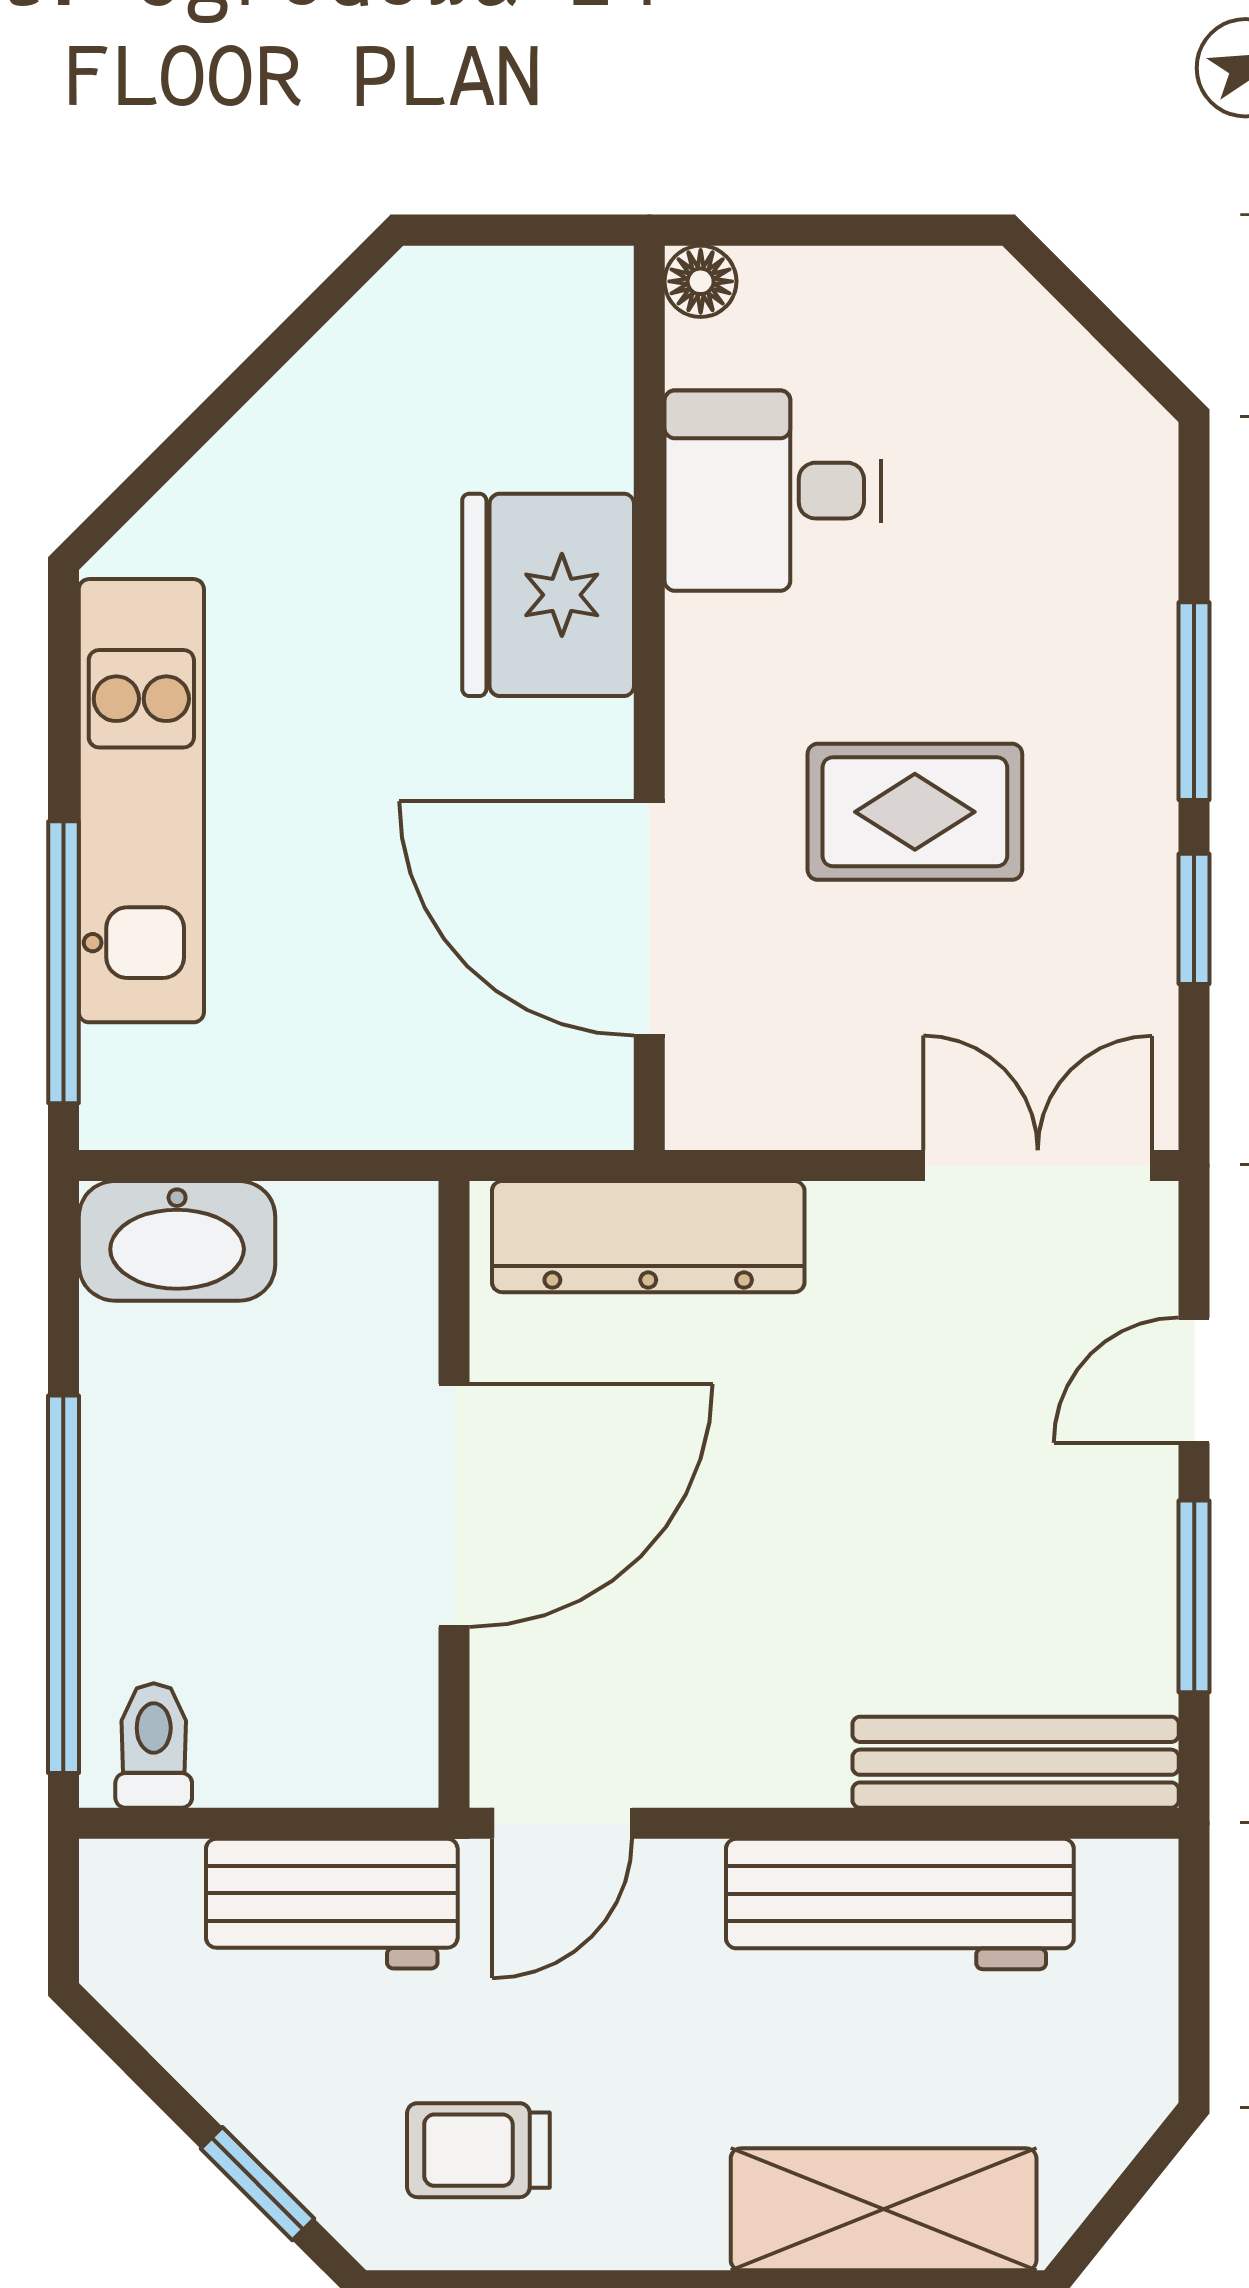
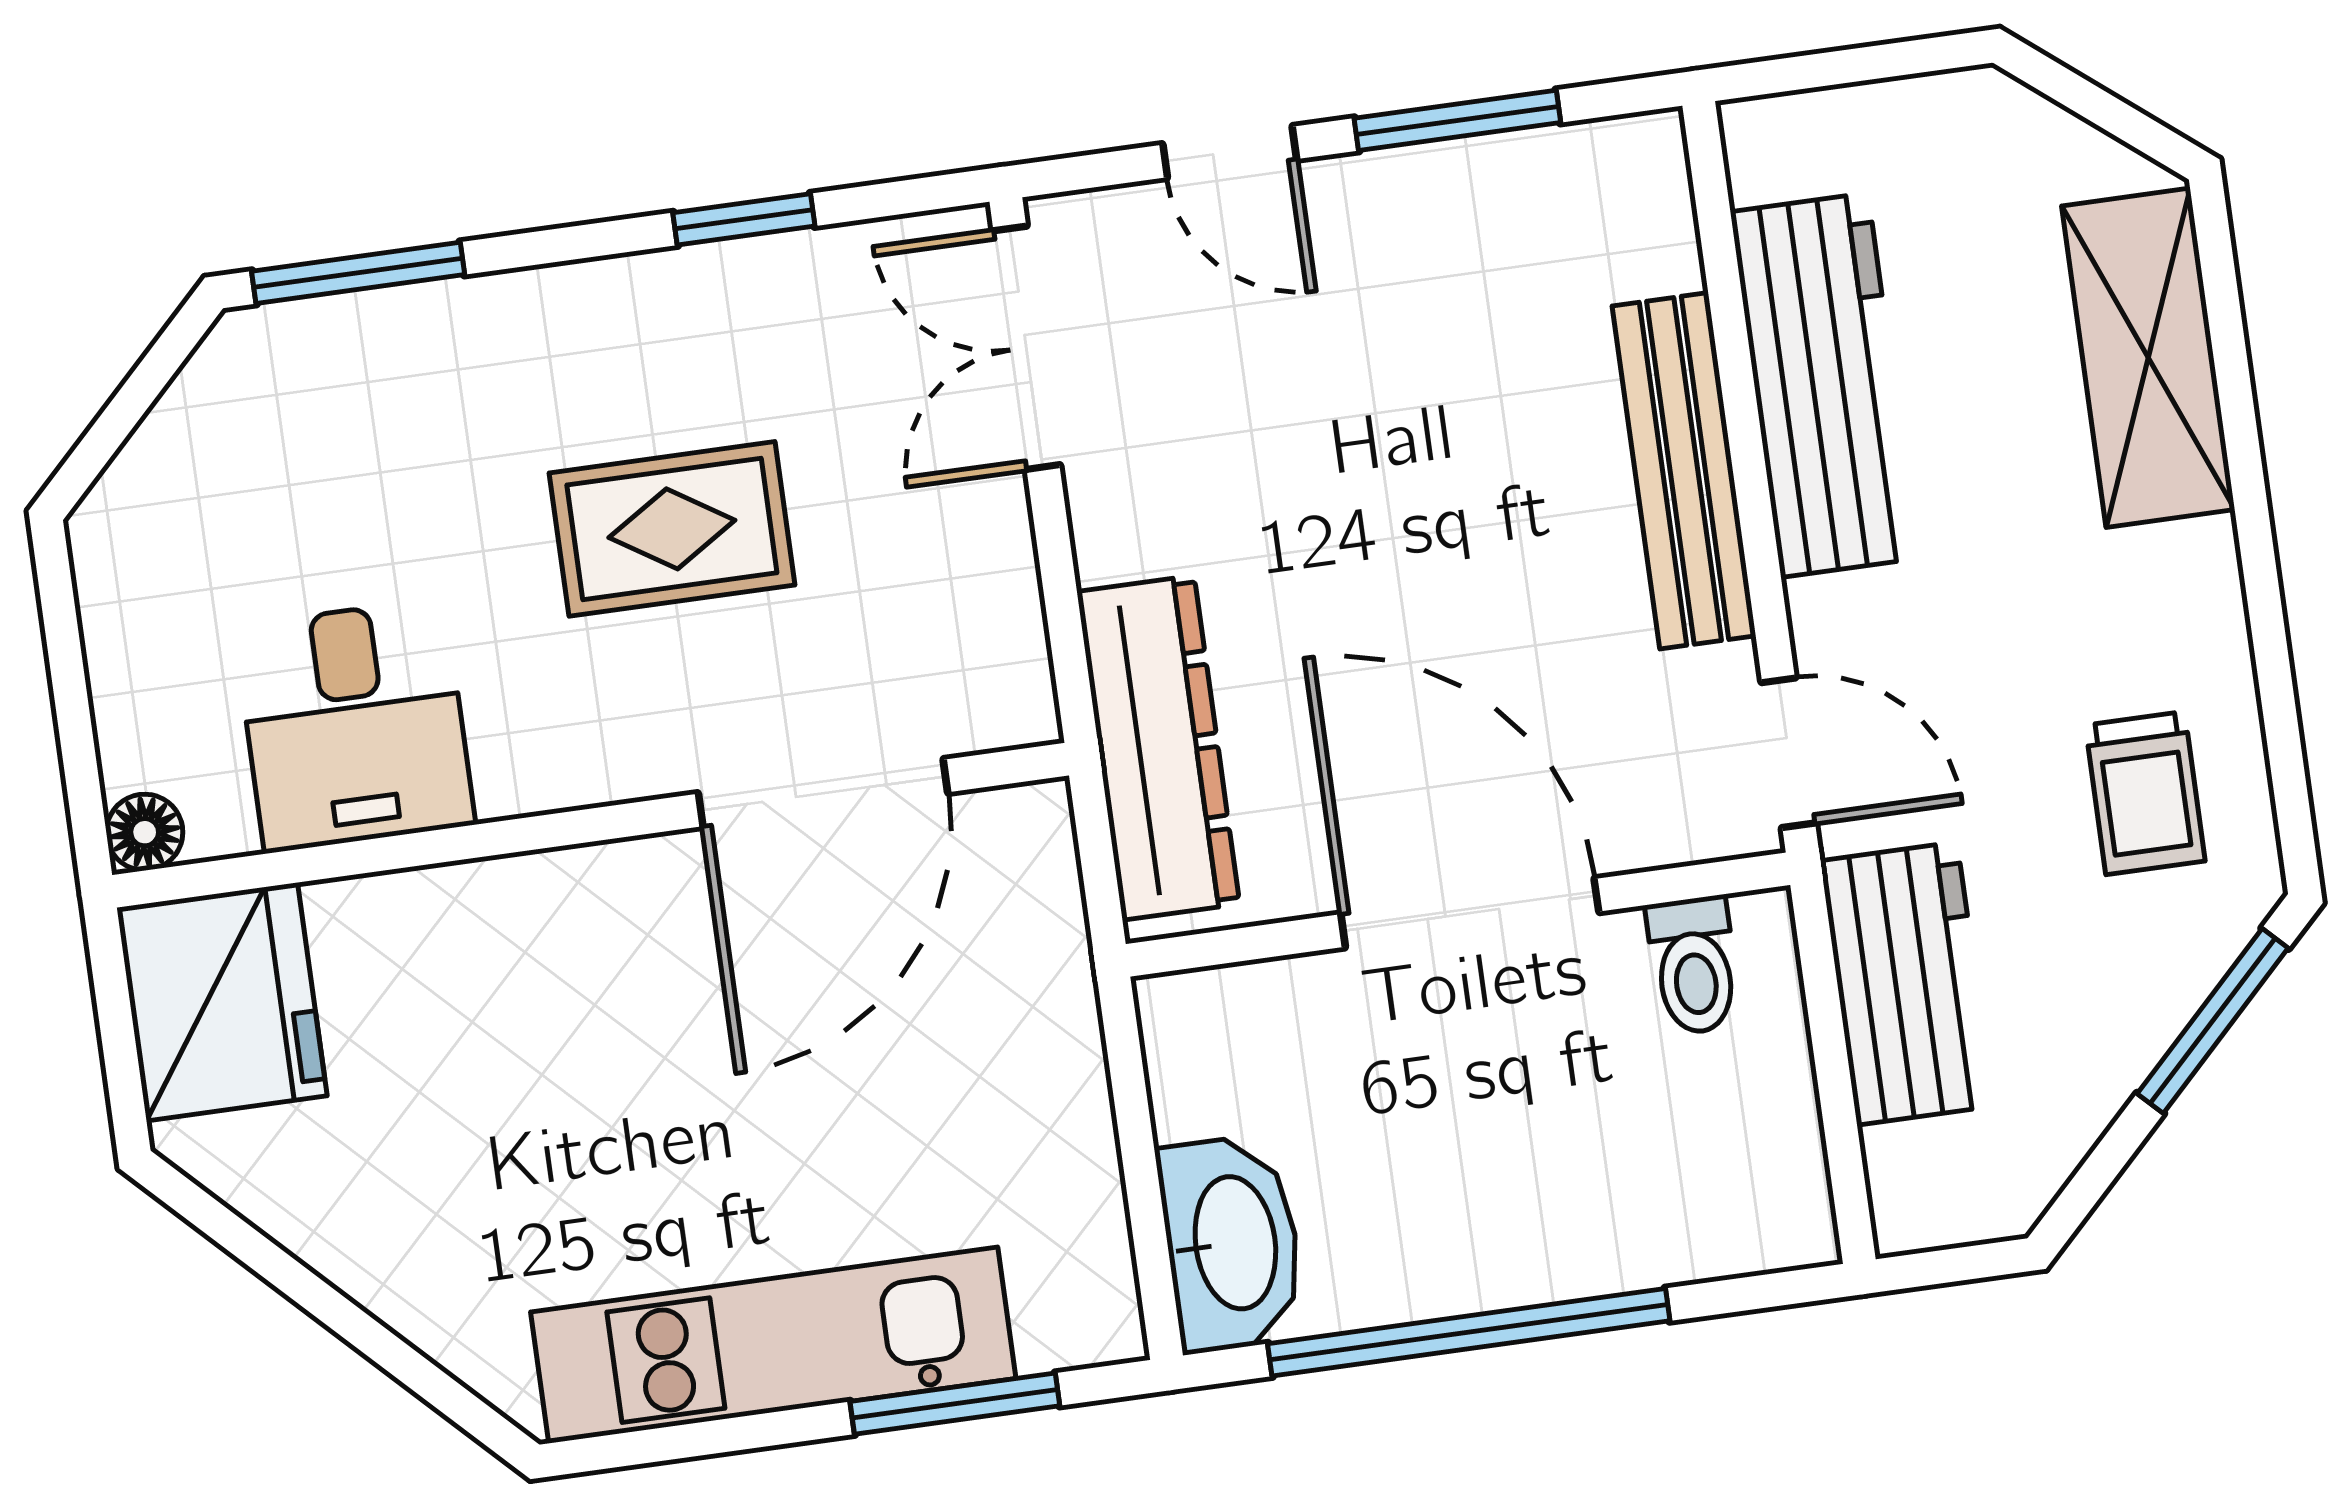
fridge: (548, 595) -> (222, 1002), moved, turned -90
window: (1194, 701) -> (358, 273), moved
rug: (915, 812) -> (672, 529), turned 90
window: (63, 962) -> (955, 1404), width x0.69
window: (63, 1584) -> (1469, 1332), moved
toilet: (154, 1745) -> (1694, 965), moved, turned -90
bench: (1016, 1762) -> (1684, 471), moved
window: (257, 2184) -> (2213, 1021), width x1.50

